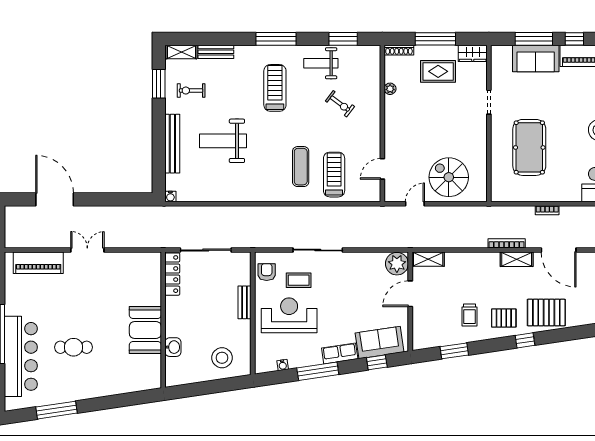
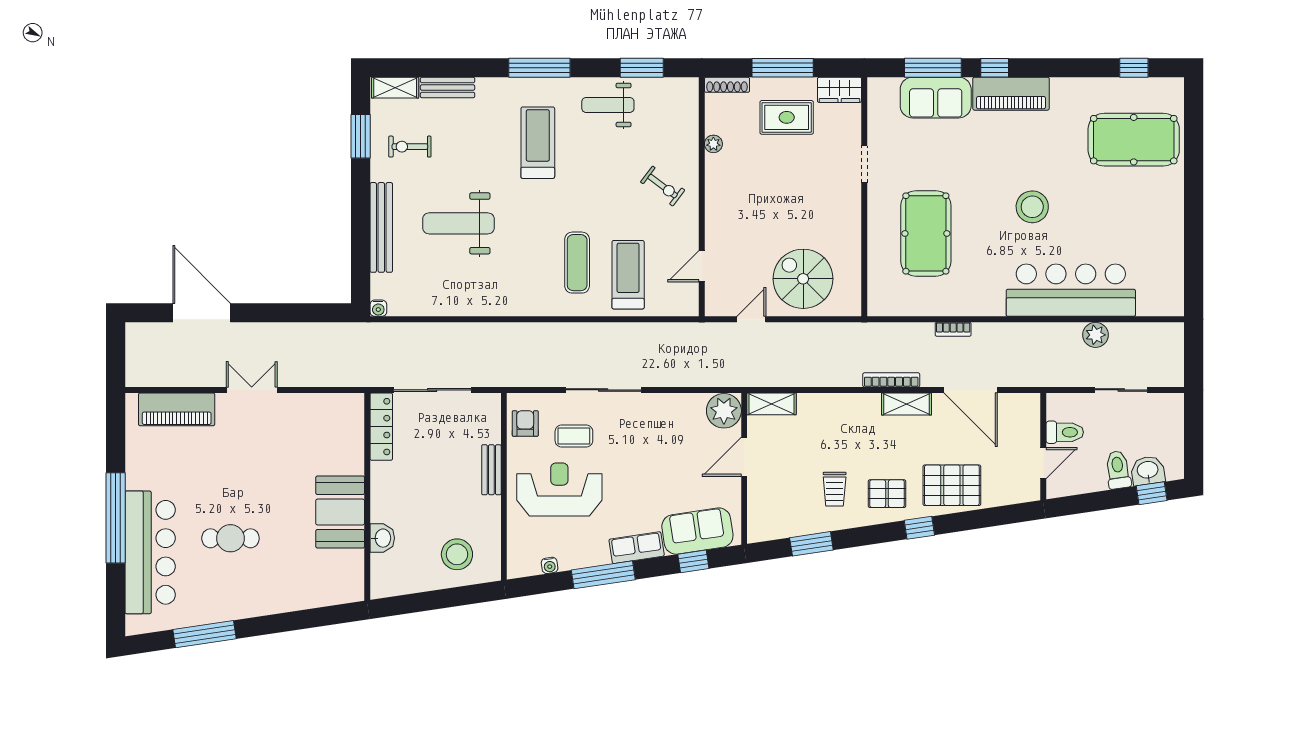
exercise bike: (340, 104) -> (663, 186), moved

